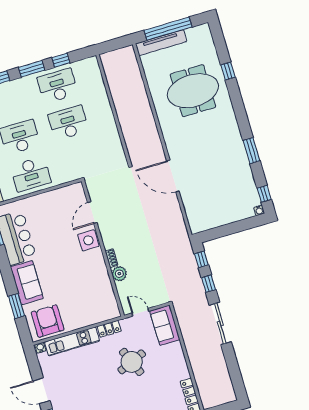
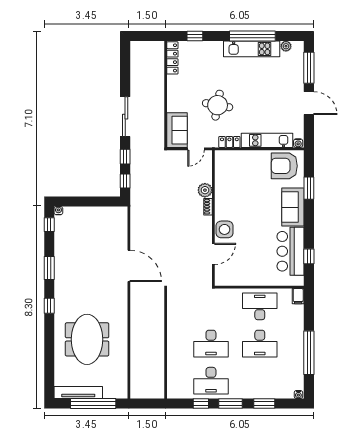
tv unit: (161, 43) -> (78, 392), moved
window: (228, 71) -> (49, 306), moved
meeting table: (193, 91) -> (87, 339), turned 90
door: (140, 312) -> (196, 149), hinge flipped
armchair: (48, 321) -> (284, 166), turned 90
round table: (132, 362) -> (218, 105), turned 33

